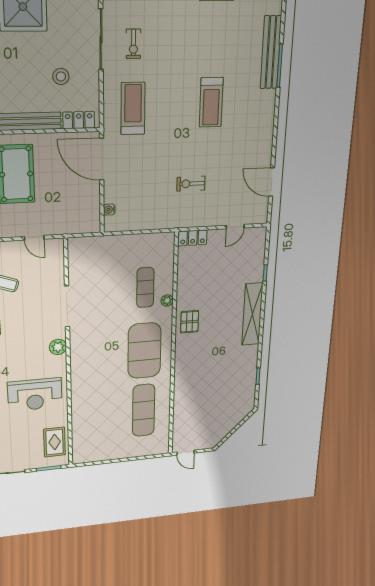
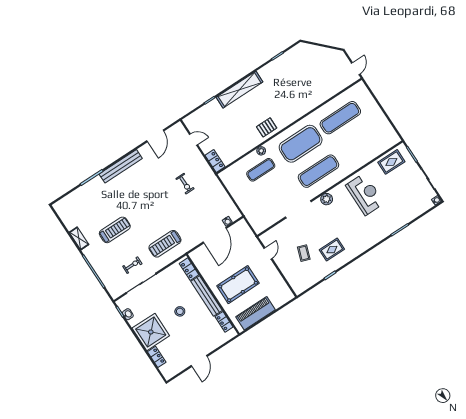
bench: (271, 52) -> (121, 166), moved
stool: (61, 76) -> (180, 311), moved
treadmill: (211, 102) -> (115, 230), moved
door: (102, 159) -> (215, 235), moved
exercise mat: (98, 355) -> (318, 171), added

